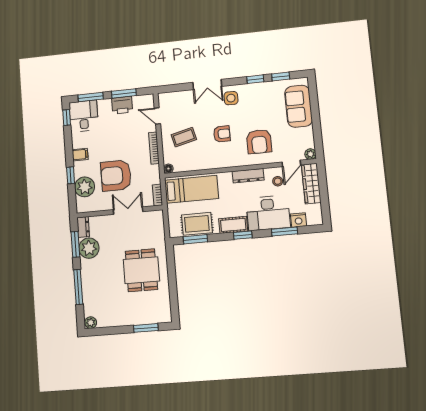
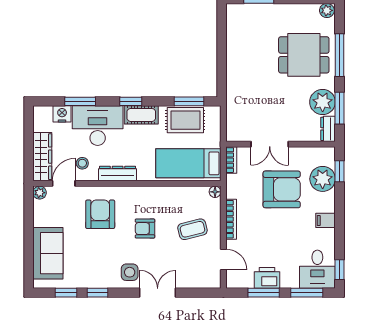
window: (71, 175) -> (340, 171), moved
dining table: (141, 270) -> (304, 55), moved, turned 90

